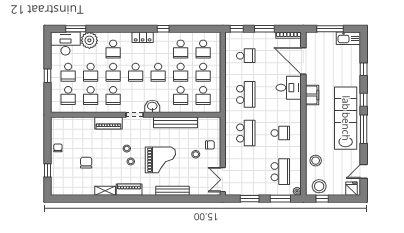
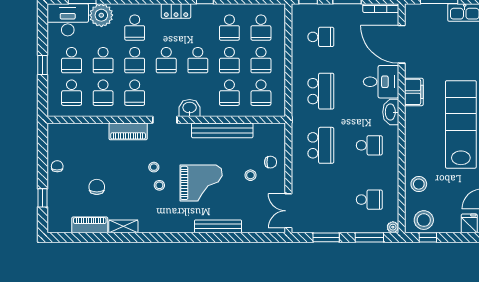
washbasin: (296, 109) -> (391, 112), added
school desk: (280, 172) -> (369, 200), width x0.54
piano: (129, 190) -> (90, 225), moved

